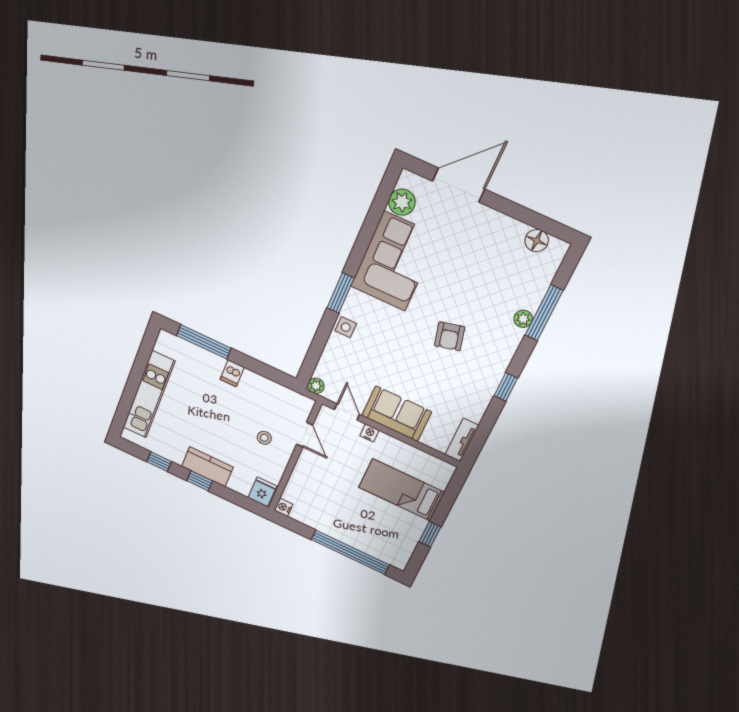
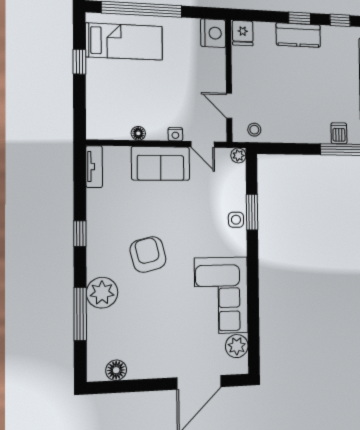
window: (341, 293) -> (252, 212), moved
plant: (523, 319) -> (102, 293), width x1.87, depth x1.87
armchair: (450, 336) -> (148, 254), width x1.38, depth x1.38
dishwasher: (232, 373) -> (339, 133), moved
stool: (264, 438) -> (254, 130), moved
floor lamp: (405, 450) -> (138, 133), added
bed: (401, 490) -> (124, 42), moved
nightstand: (284, 507) -> (213, 33), width x1.89, depth x1.79

